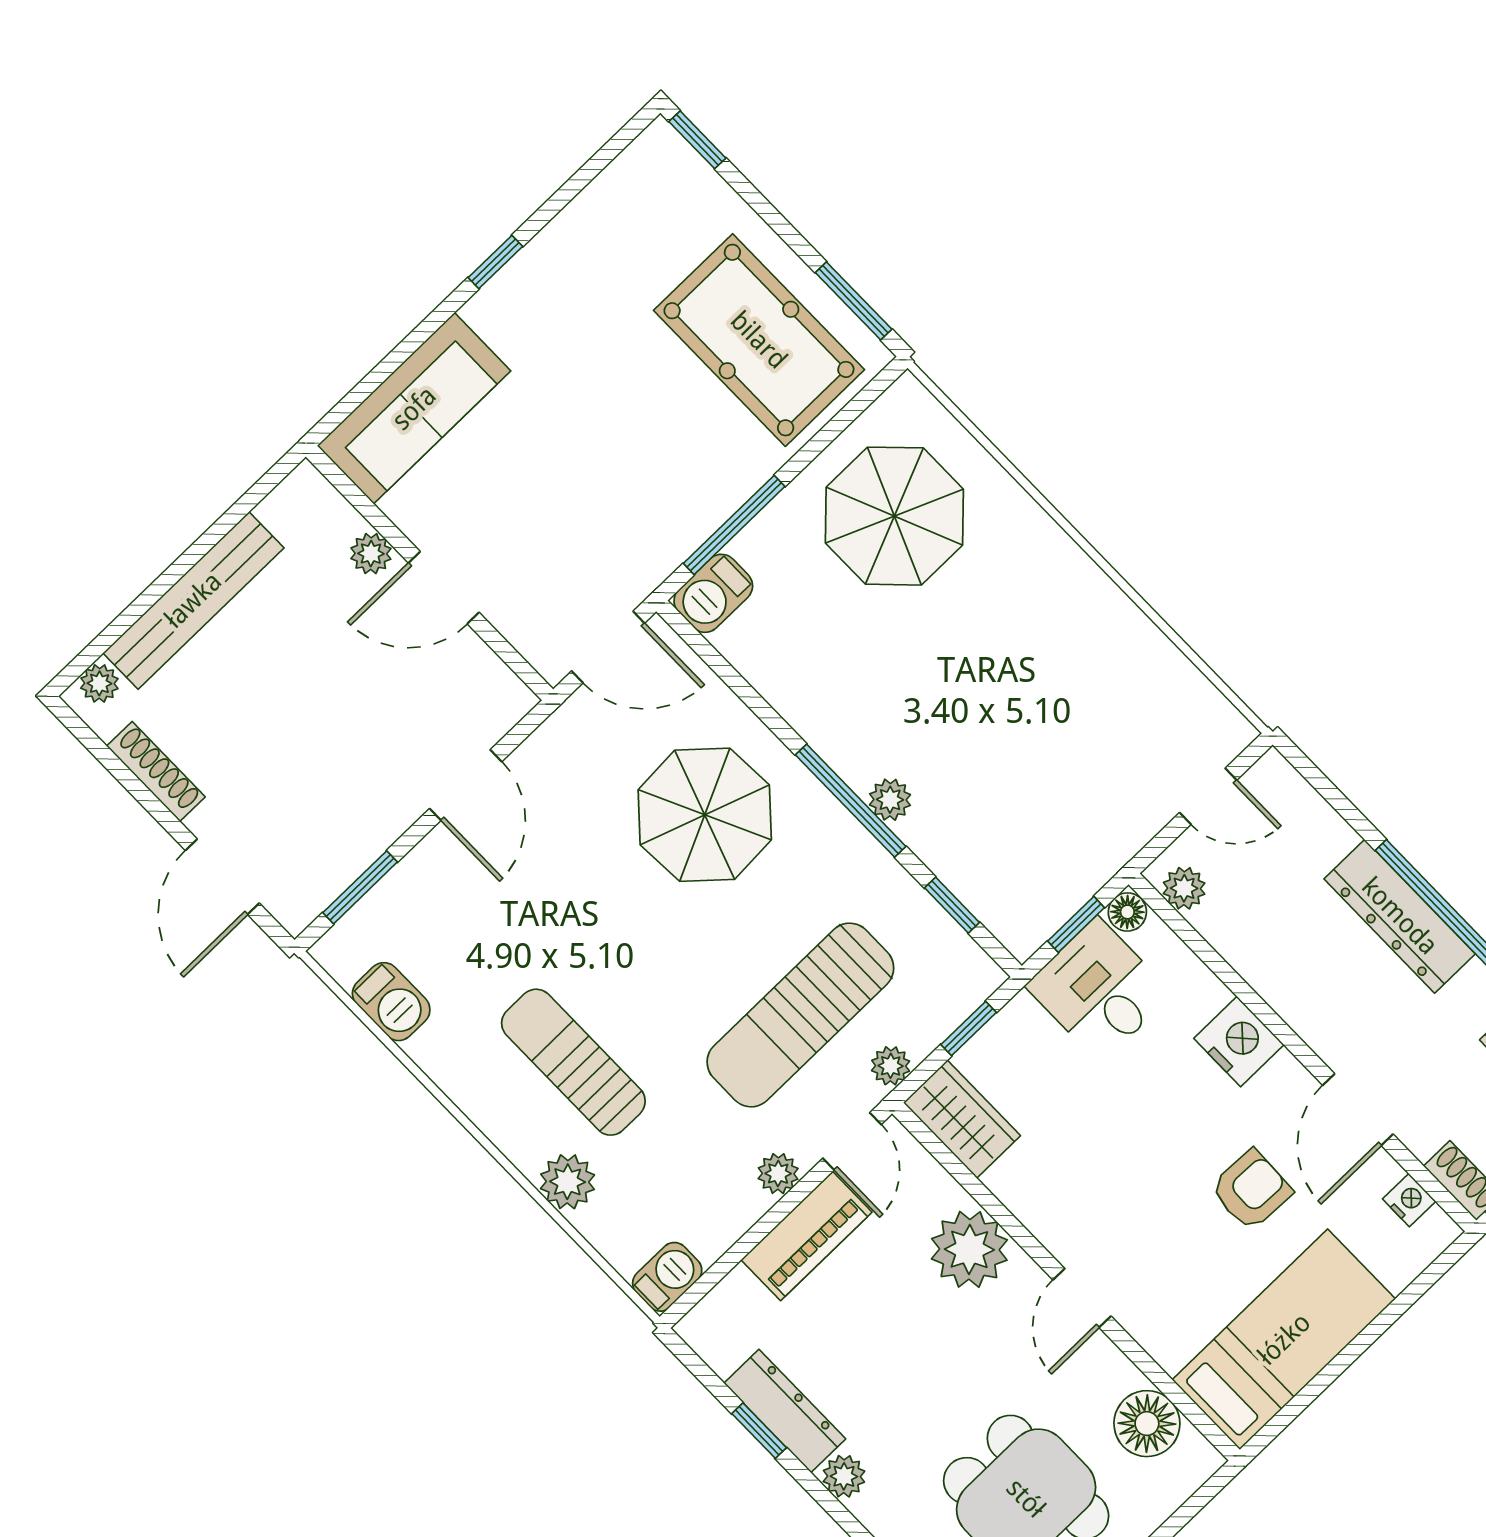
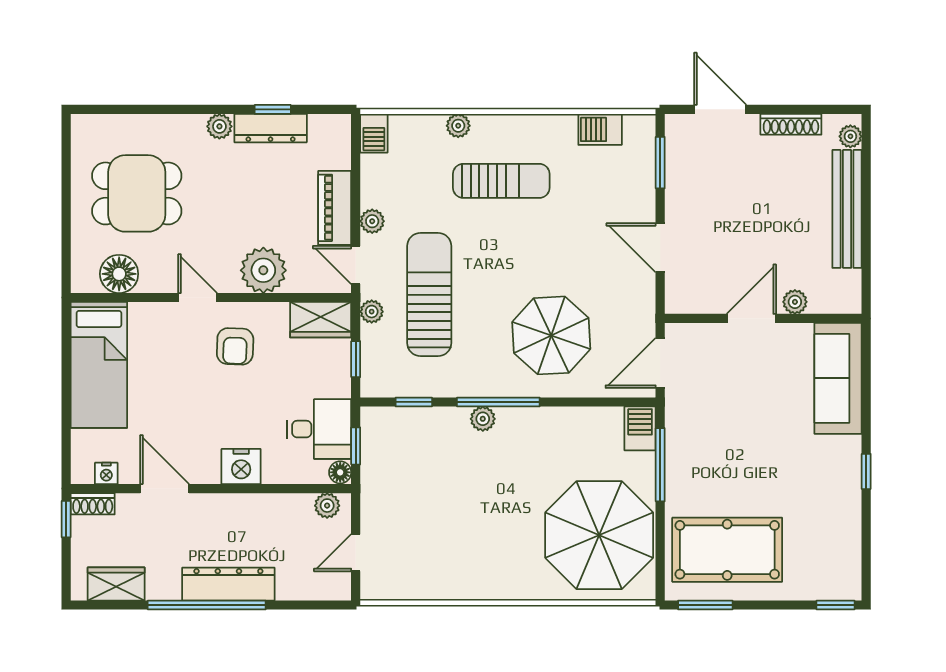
parasol: (894, 516) -> (599, 535), width x1.36, depth x1.36
plant: (568, 1182) -> (458, 126), width x0.73, depth x0.73
armchair: (1251, 1190) -> (235, 346), moved

